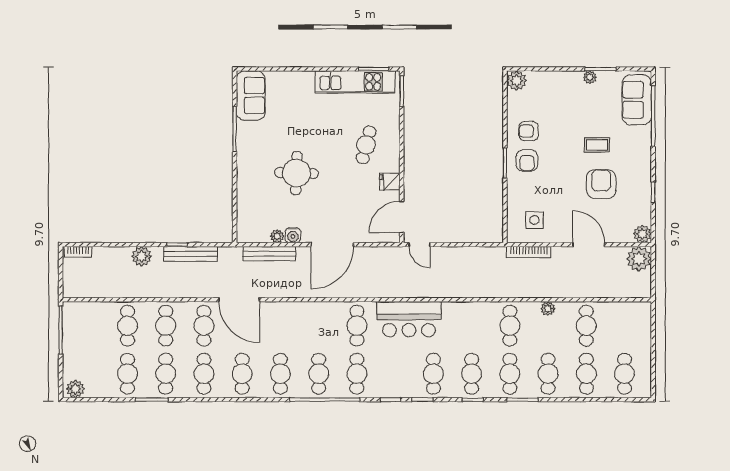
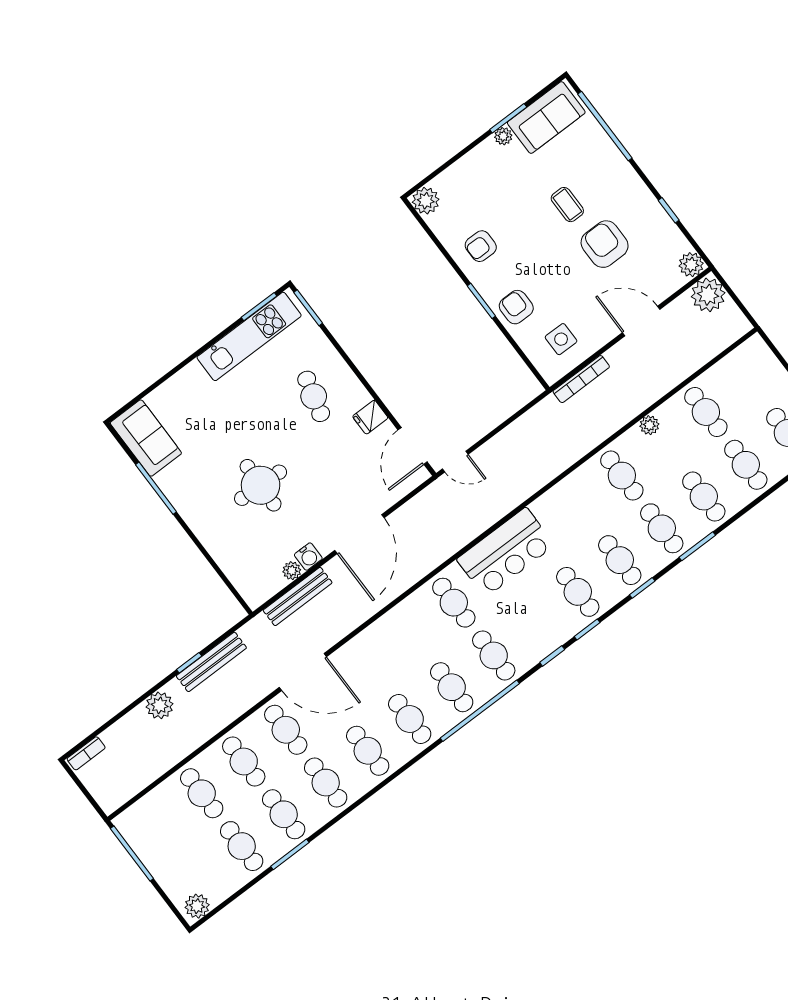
sofa: (637, 100) -> (546, 118), moved, turned -90
coffee table: (597, 145) -> (567, 205), turned 90
armchair: (527, 160) -> (516, 307), moved, turned 180

